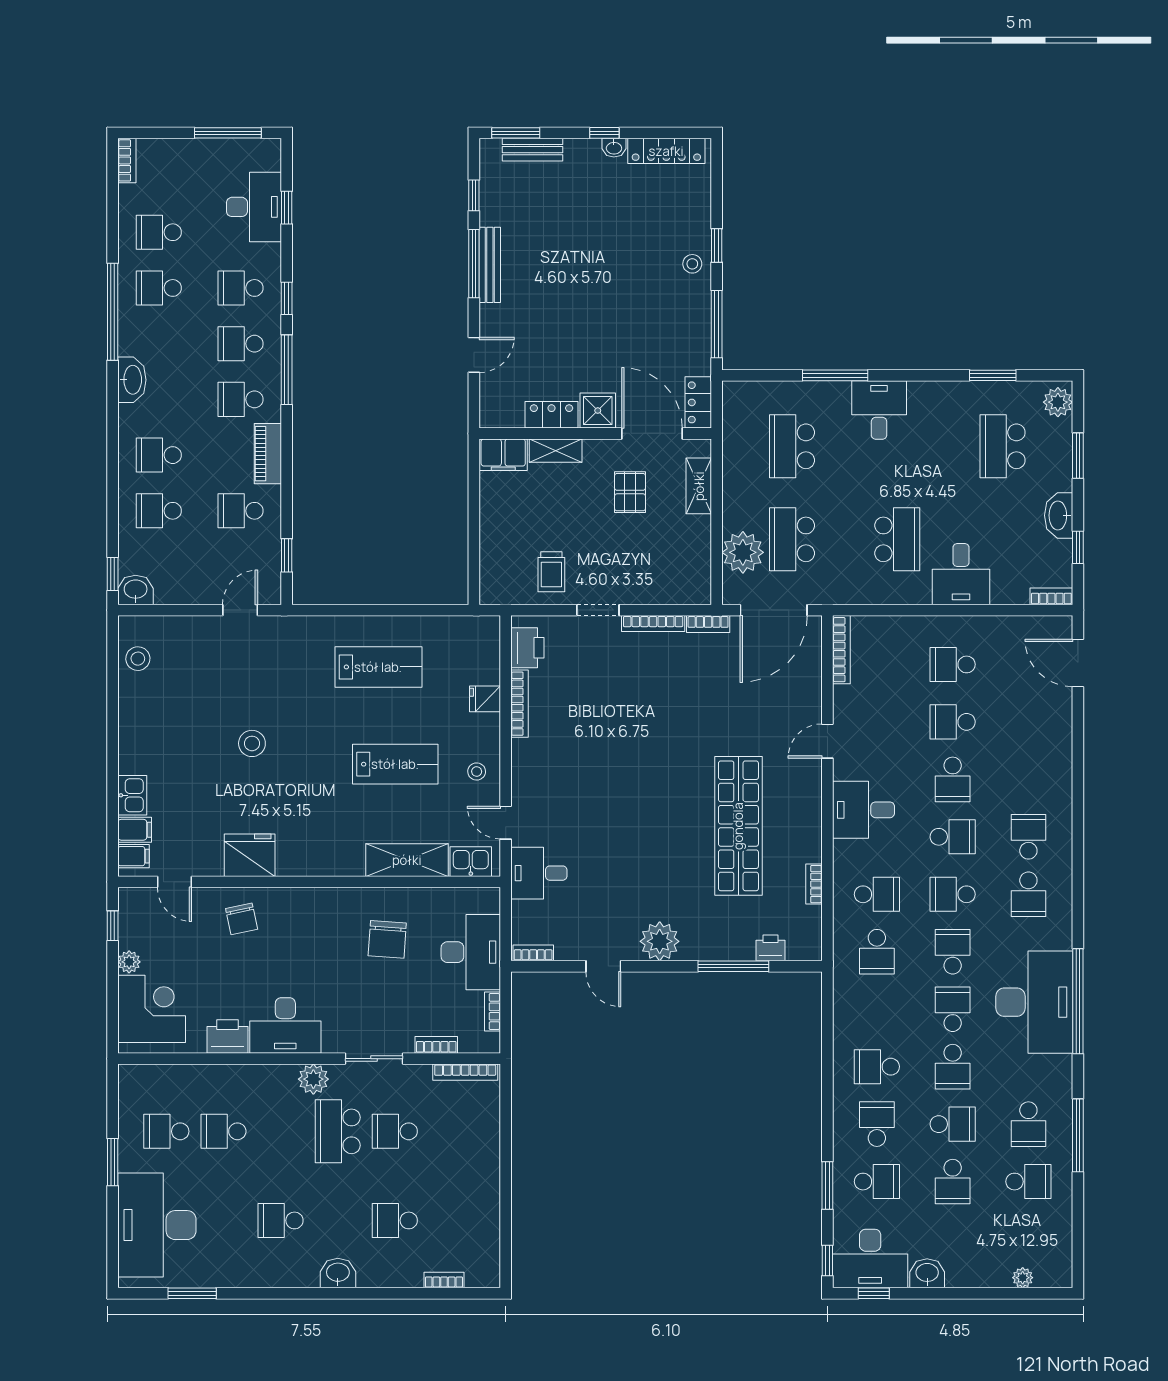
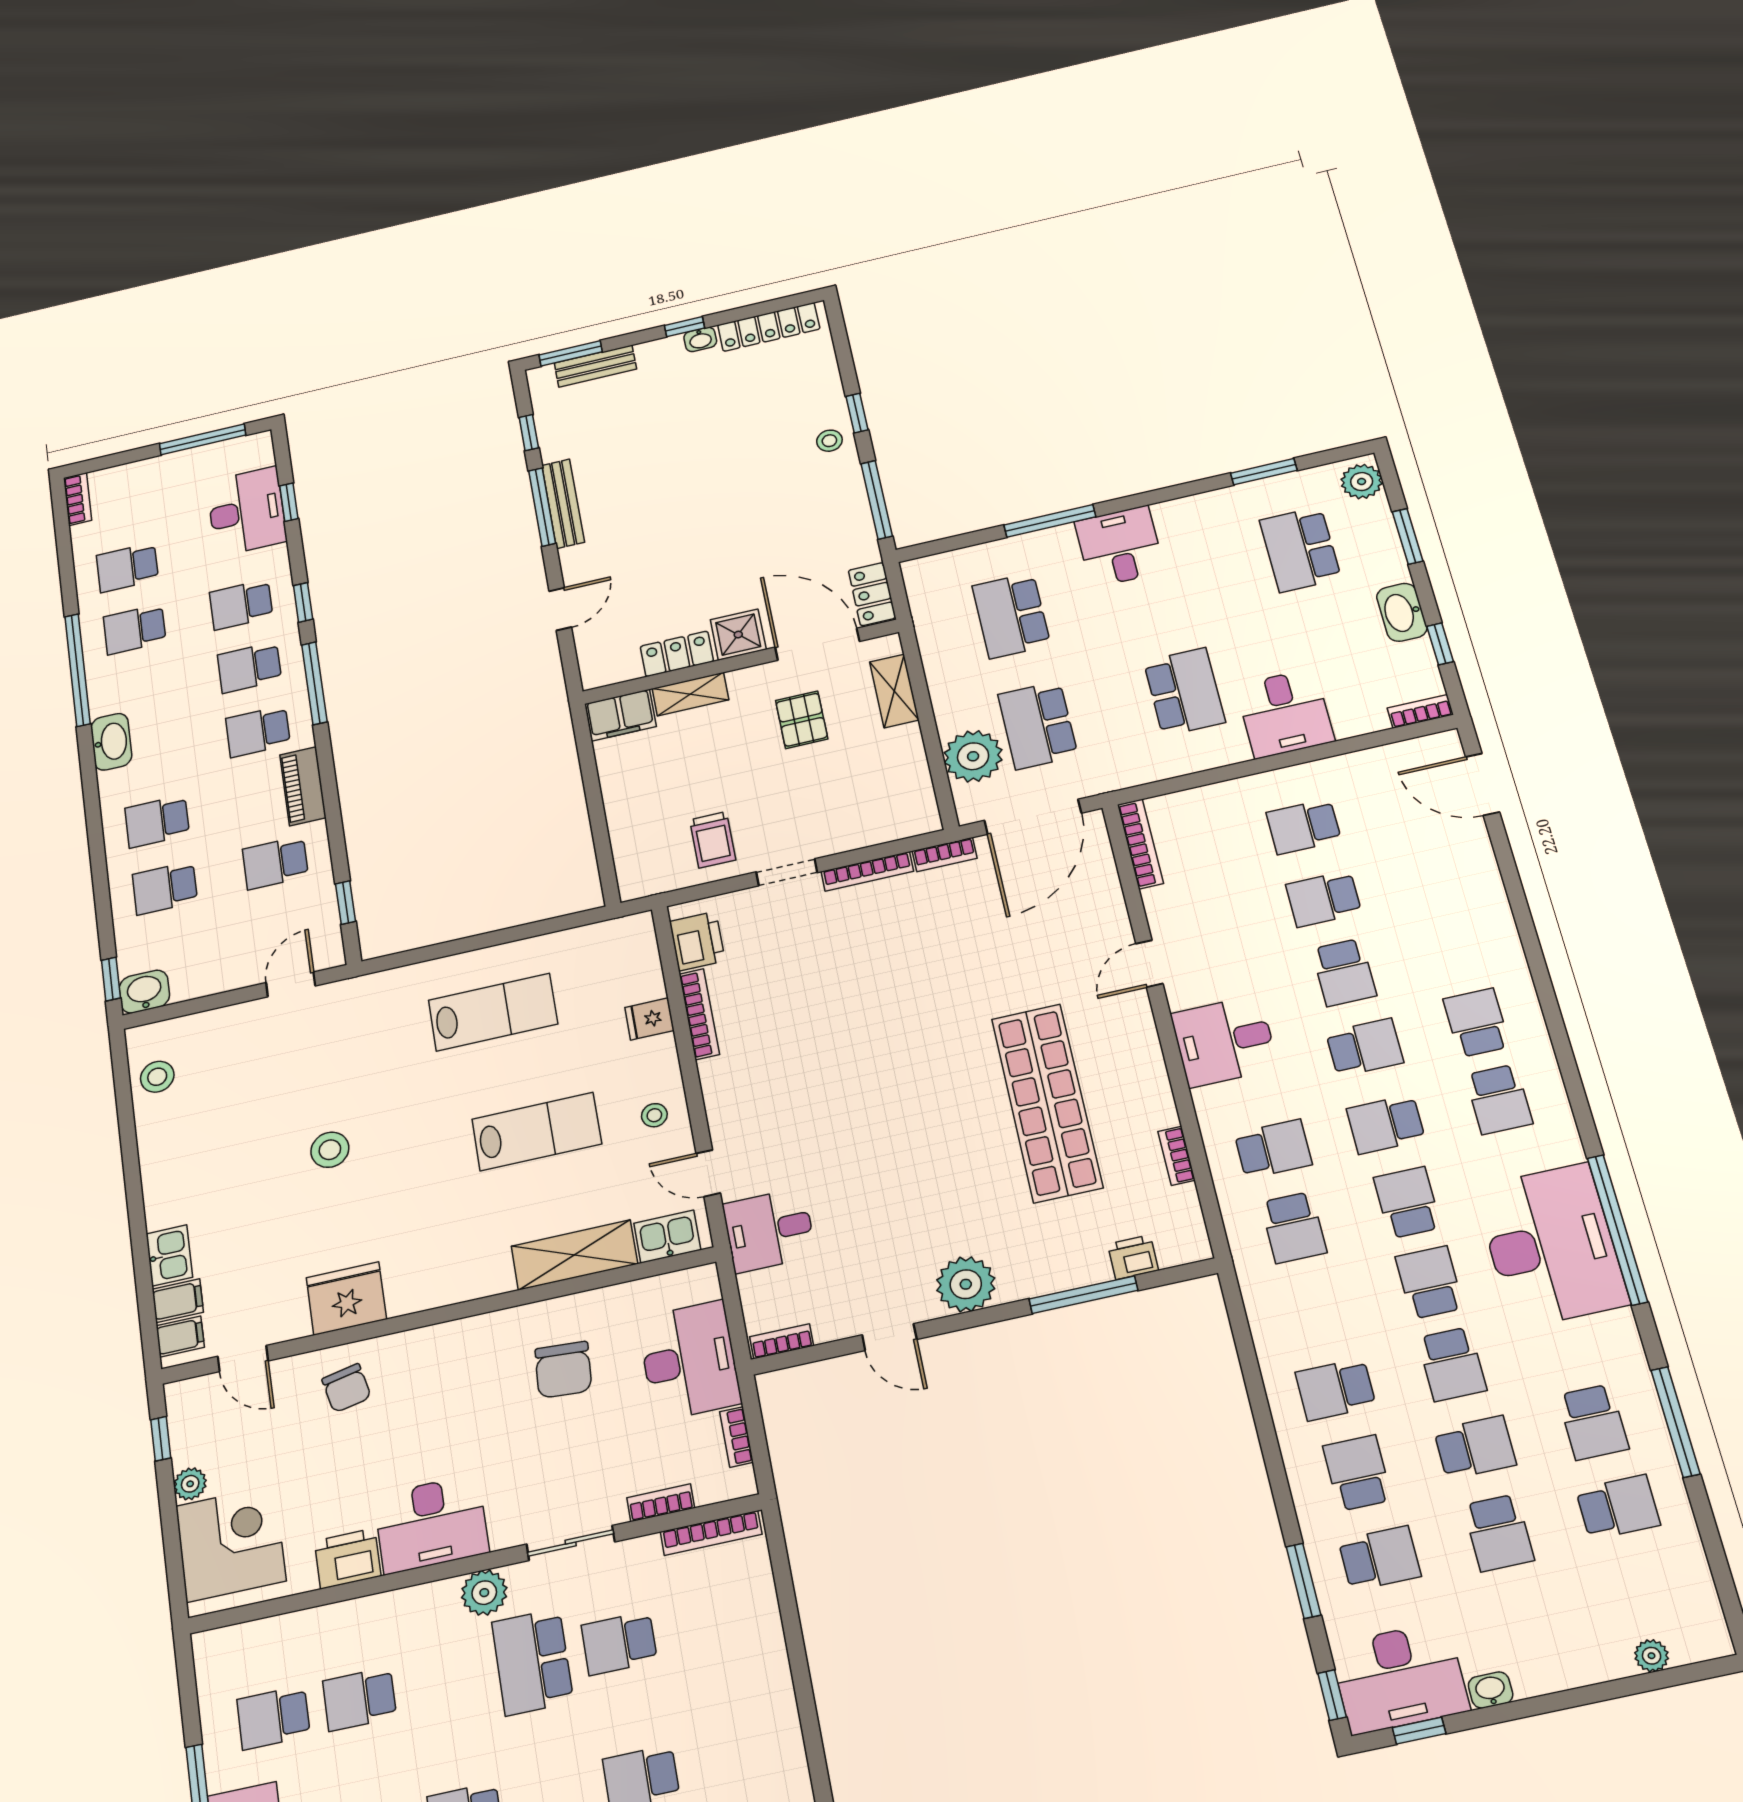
washbasin: (927, 1273) -> (1491, 1690), width x0.72, depth x0.69

